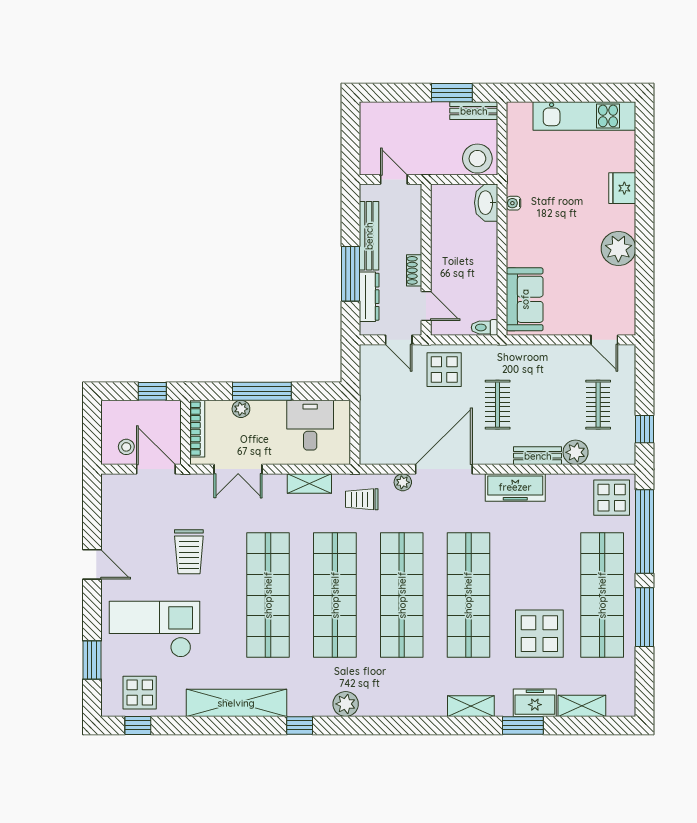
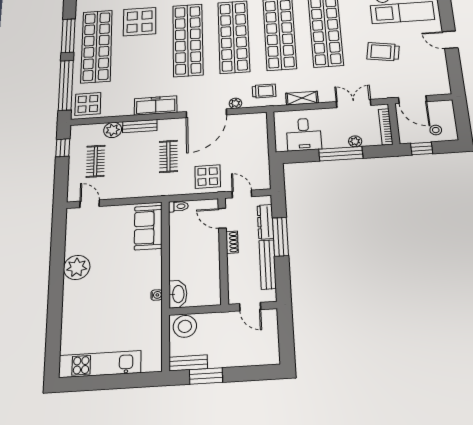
fridge: (622, 188) -> (72, 311), removed
stool: (126, 447) -> (436, 130), moved
trolley: (189, 552) -> (383, 52), turned -81

